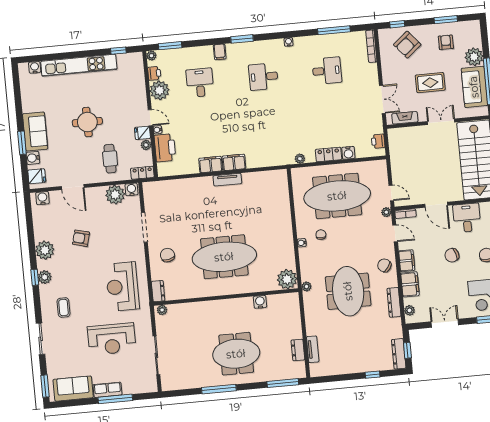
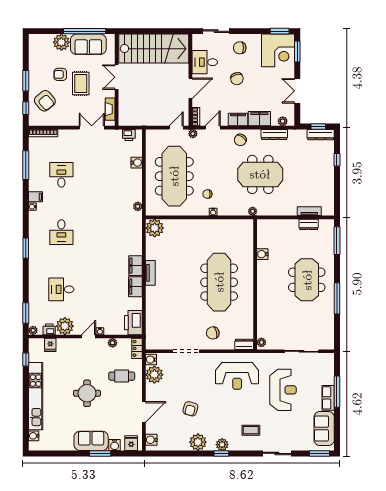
window: (446, 20) -> (26, 81), moved
armchair: (446, 42) -> (60, 74), moved
filing cabinet: (220, 52) -> (36, 197), moved
fridge: (142, 133) -> (50, 345), moved
printer: (165, 148) -> (133, 323), moved, turned -90
locker: (329, 154) -> (136, 180), removed
plant: (287, 279) -> (155, 228), moved

